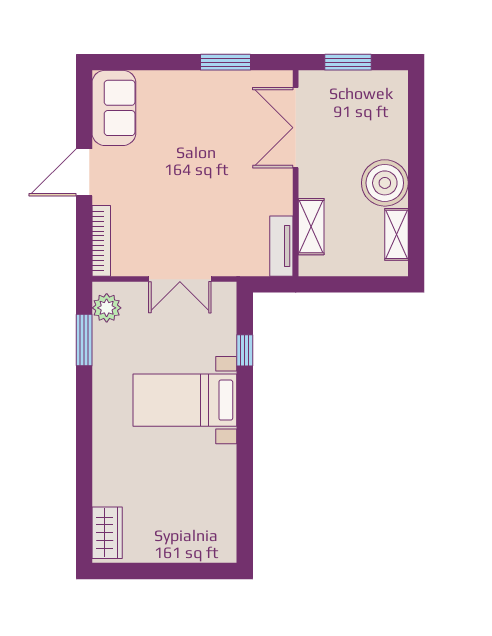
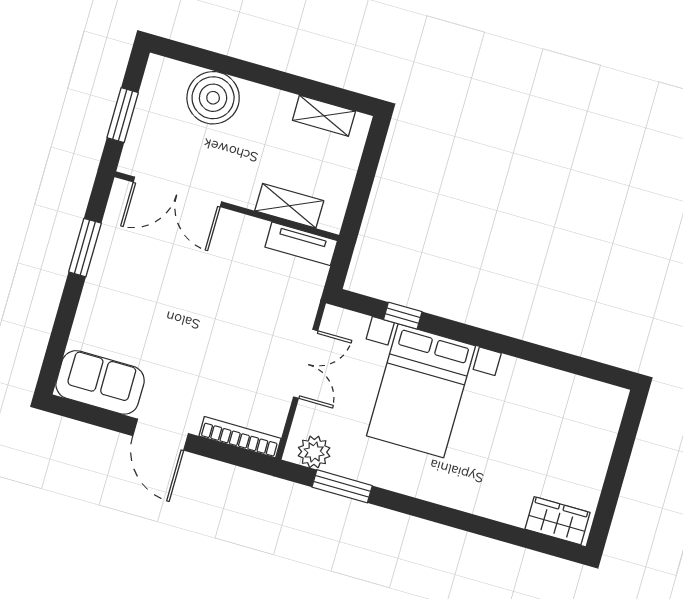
boiler: (385, 183) -> (213, 98), moved
bed with nightstands: (185, 400) -> (421, 391), width x1.36

